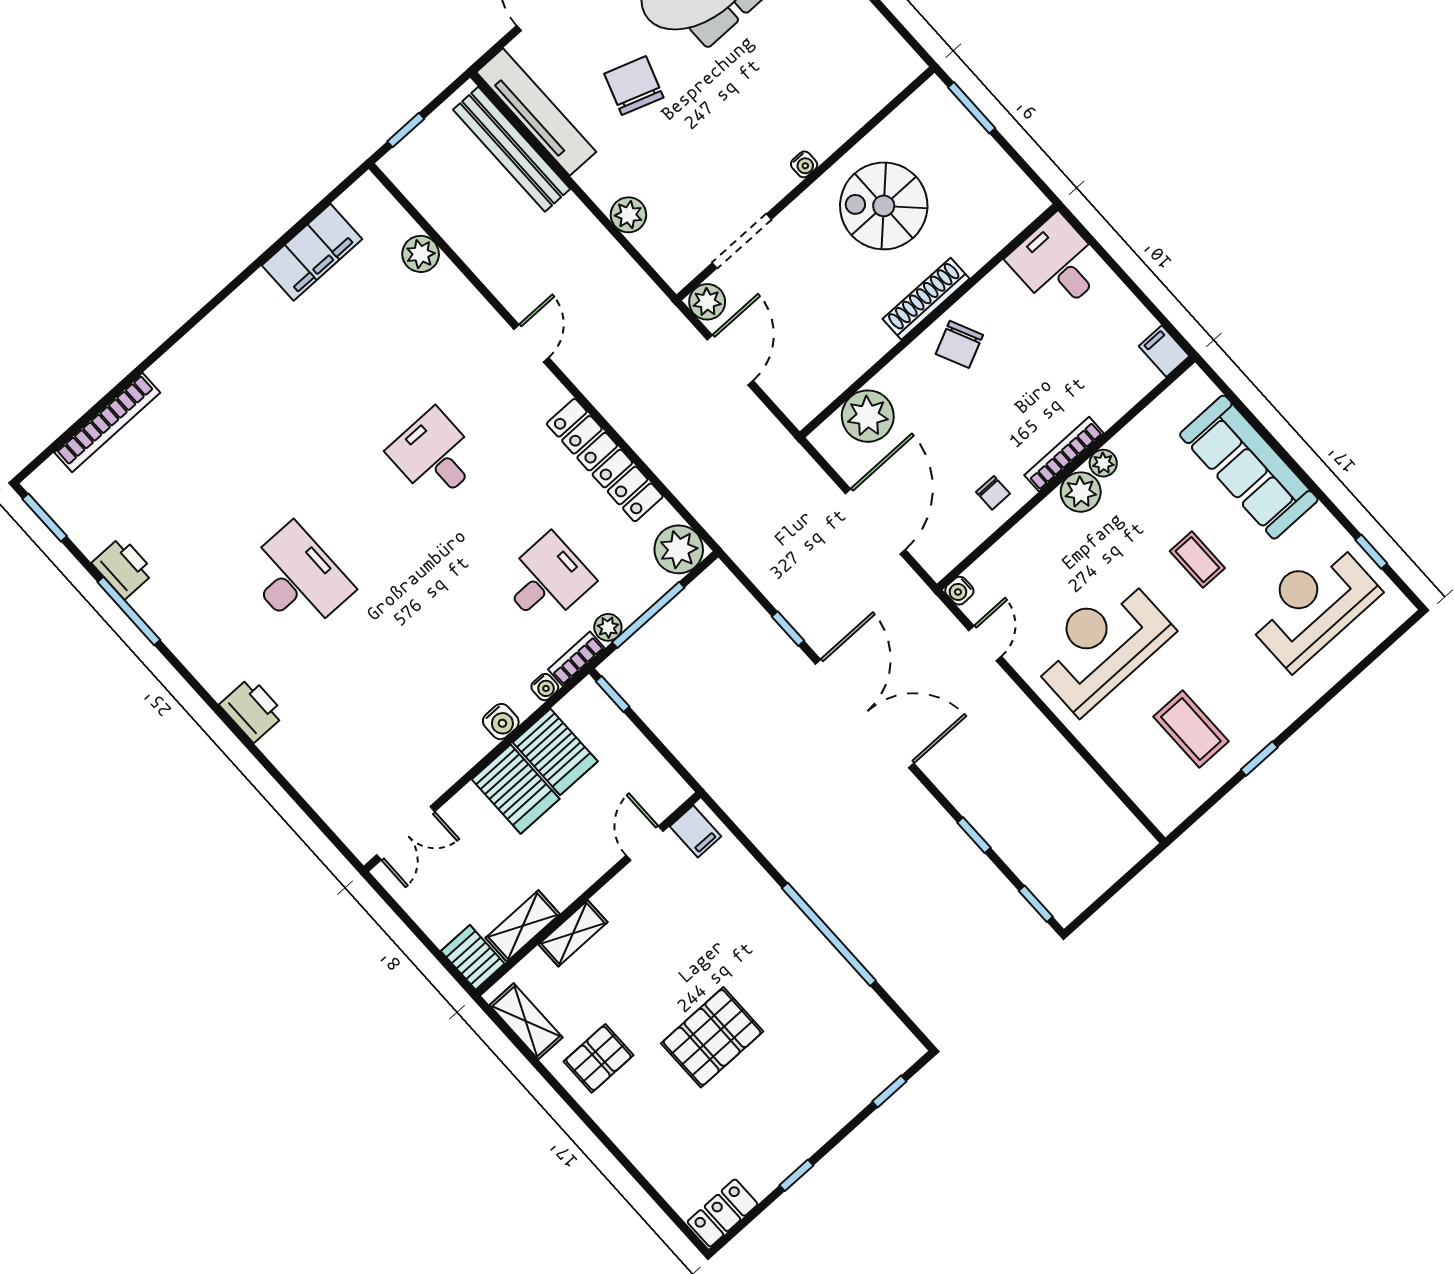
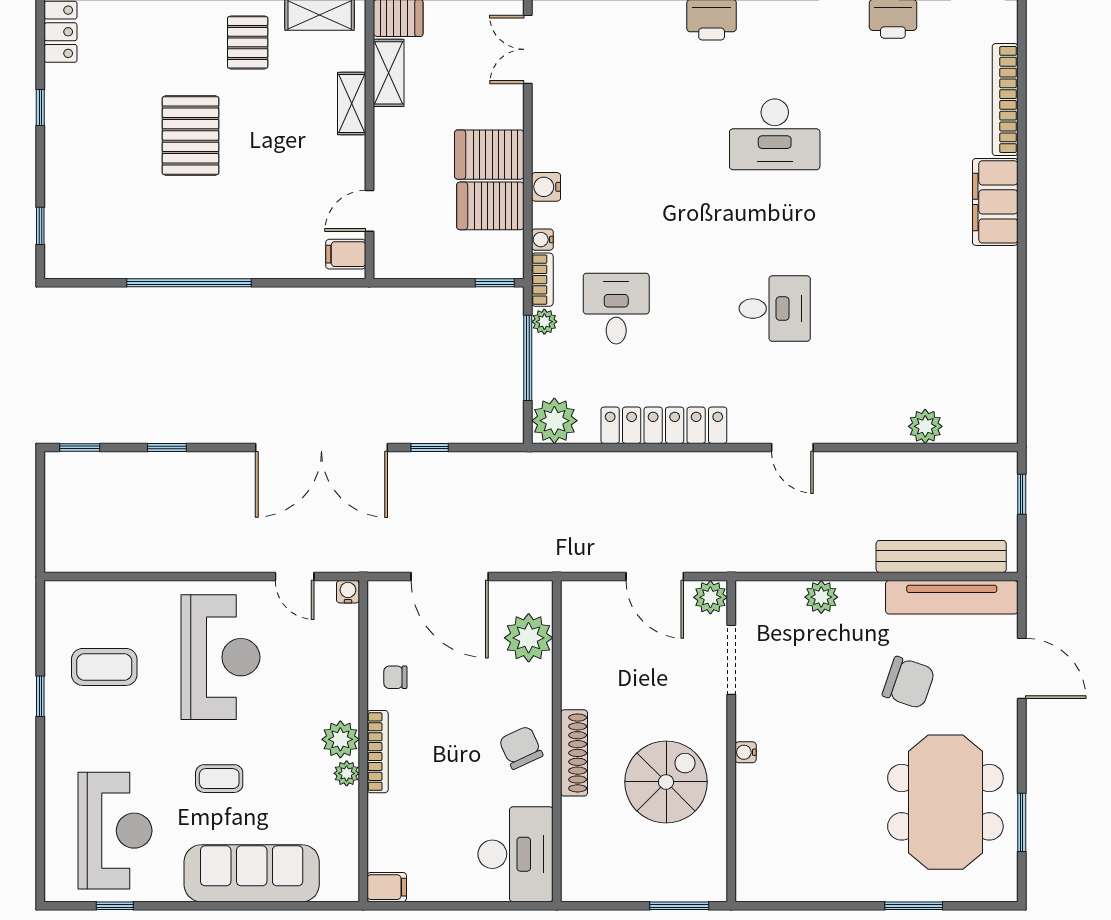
filing cabinet: (312, 252) -> (995, 202), moved
desk: (1057, 264) -> (516, 854), width x1.37
desk: (547, 580) -> (616, 309), turned 180
door: (645, 843) -> (370, 211), swing flipped

